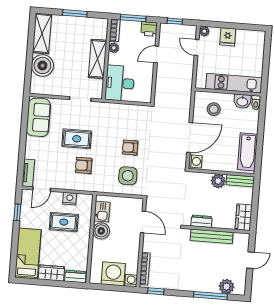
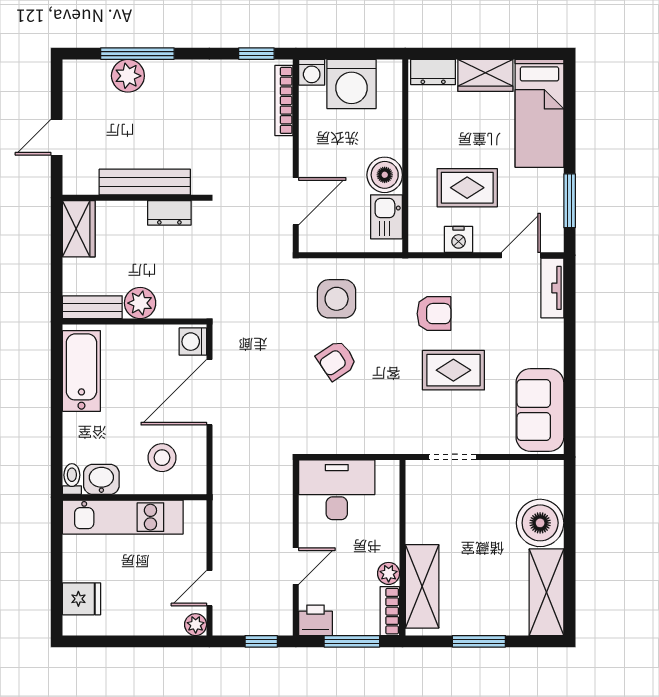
fridge: (228, 37) -> (81, 599), moved, turned 90
door: (197, 47) -> (209, 588), swing flipped
shelving: (98, 59) -> (422, 586), moved
desk: (120, 83) -> (337, 490), moved, turned -90
armchair: (130, 148) -> (336, 360), turned 146
window: (17, 212) -> (570, 201), width x1.50
door: (143, 222) -> (296, 201), swing flipped
plant: (226, 287) -> (128, 76), moved

